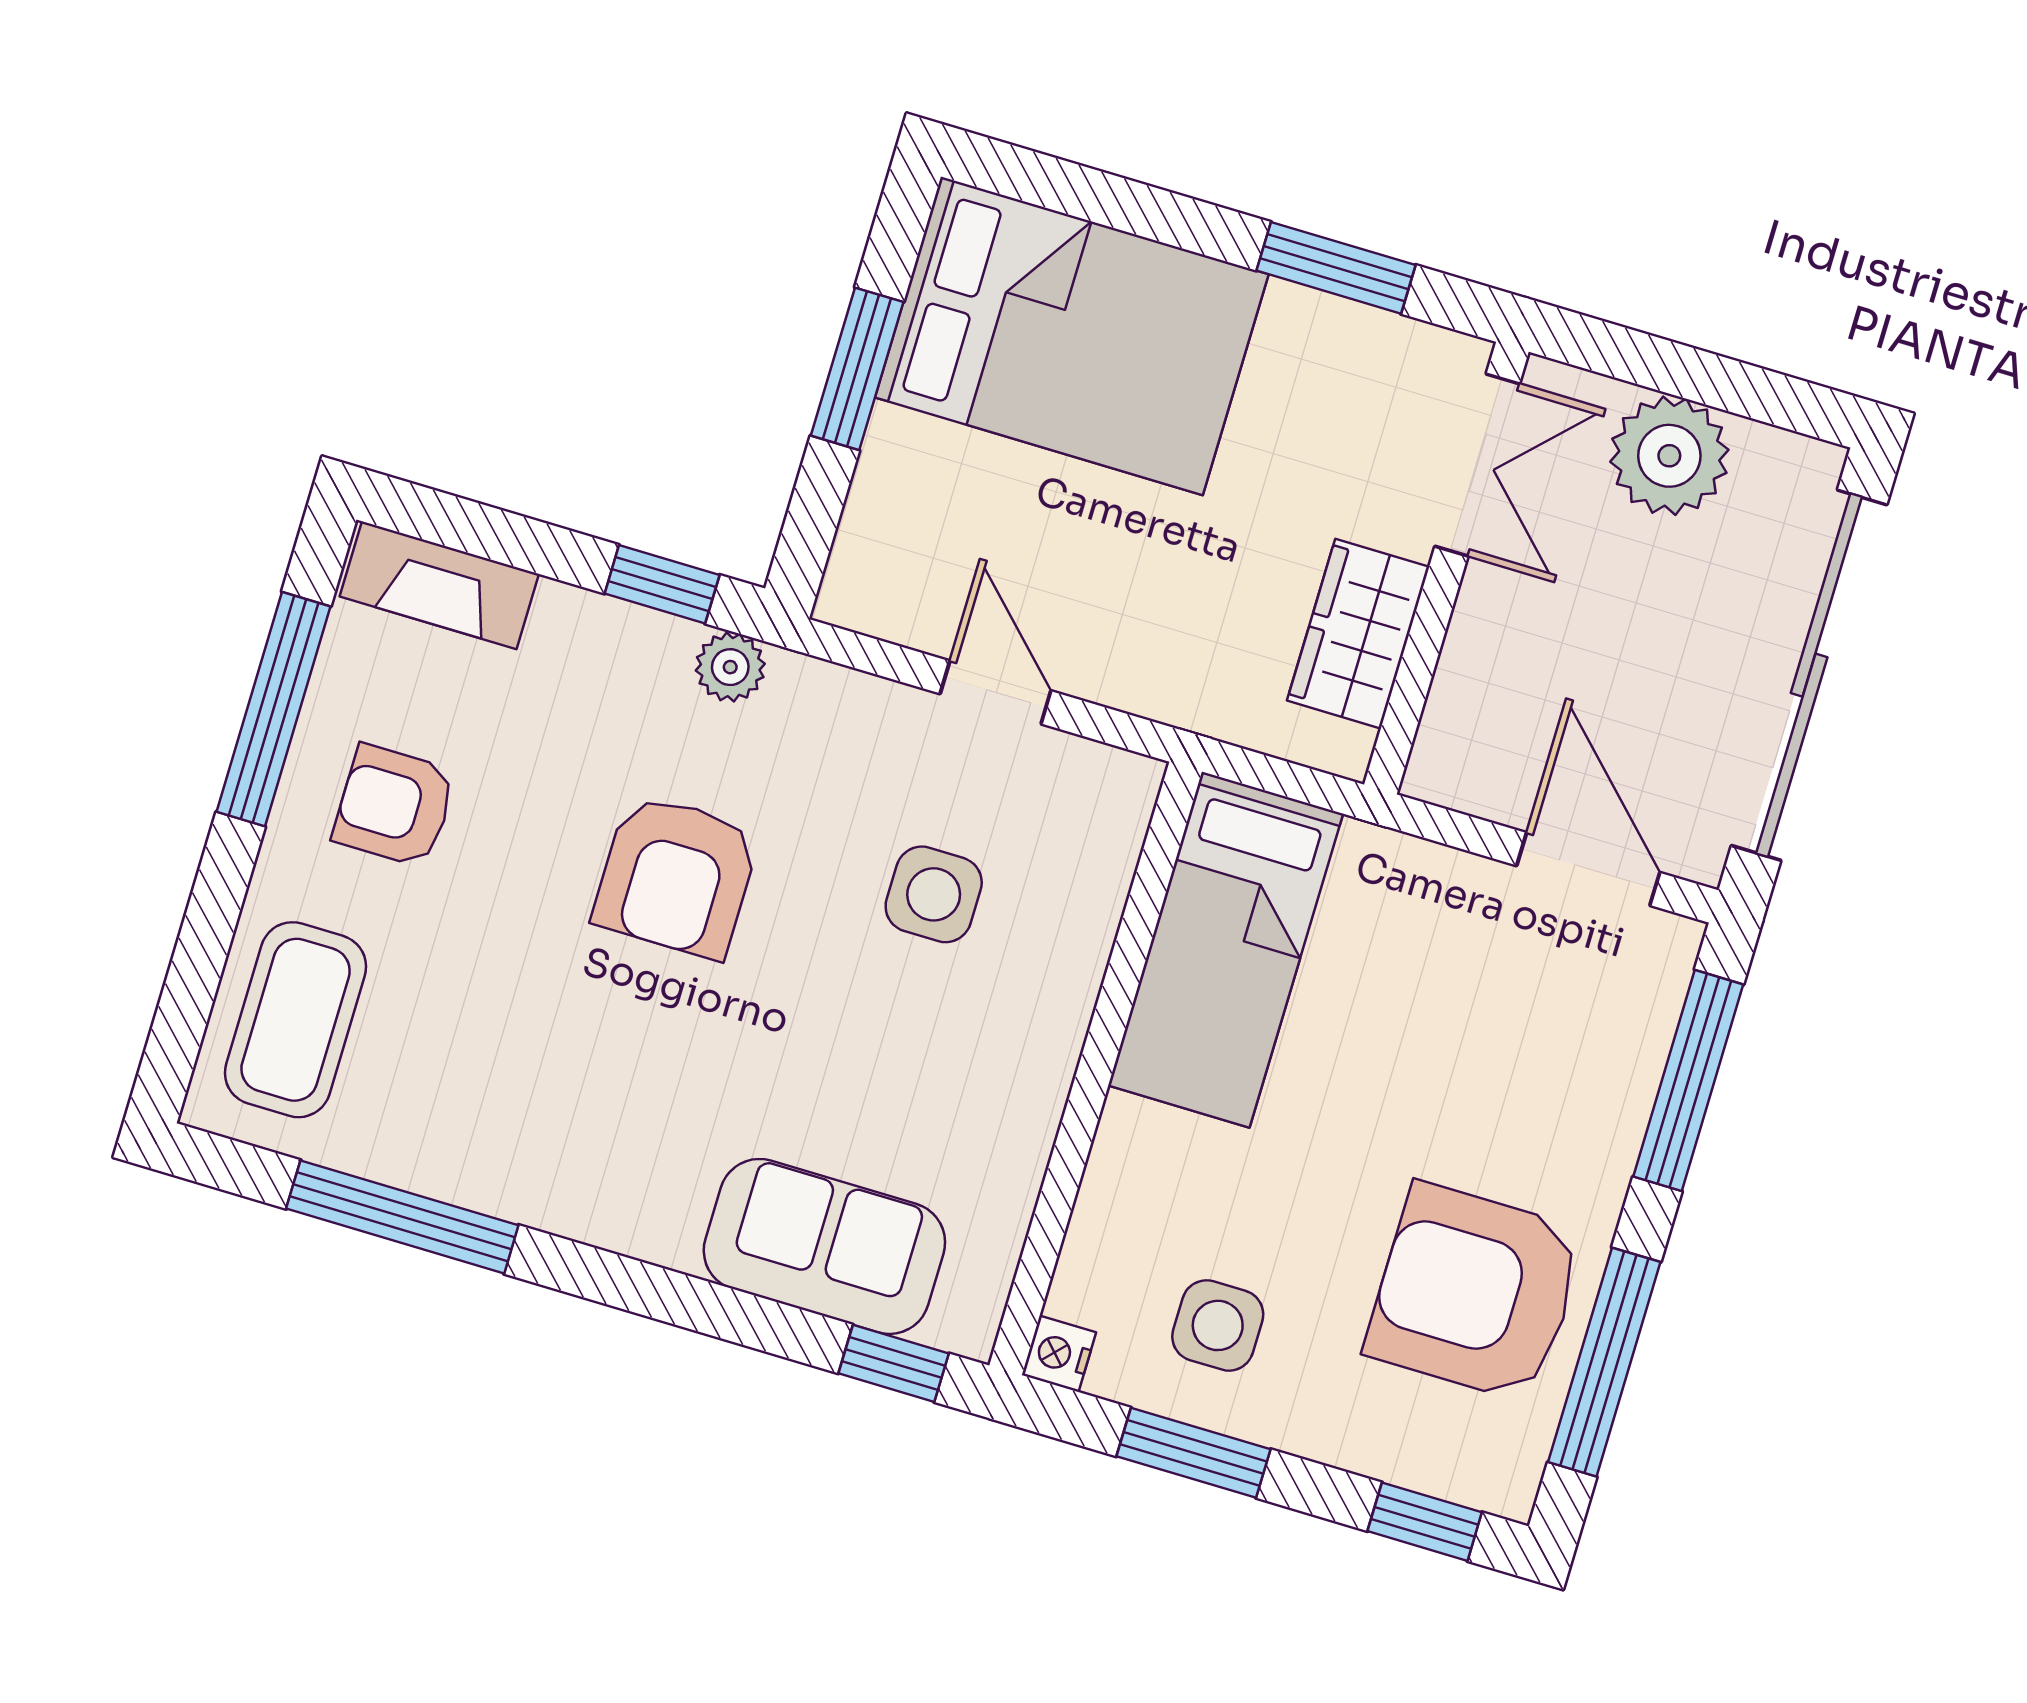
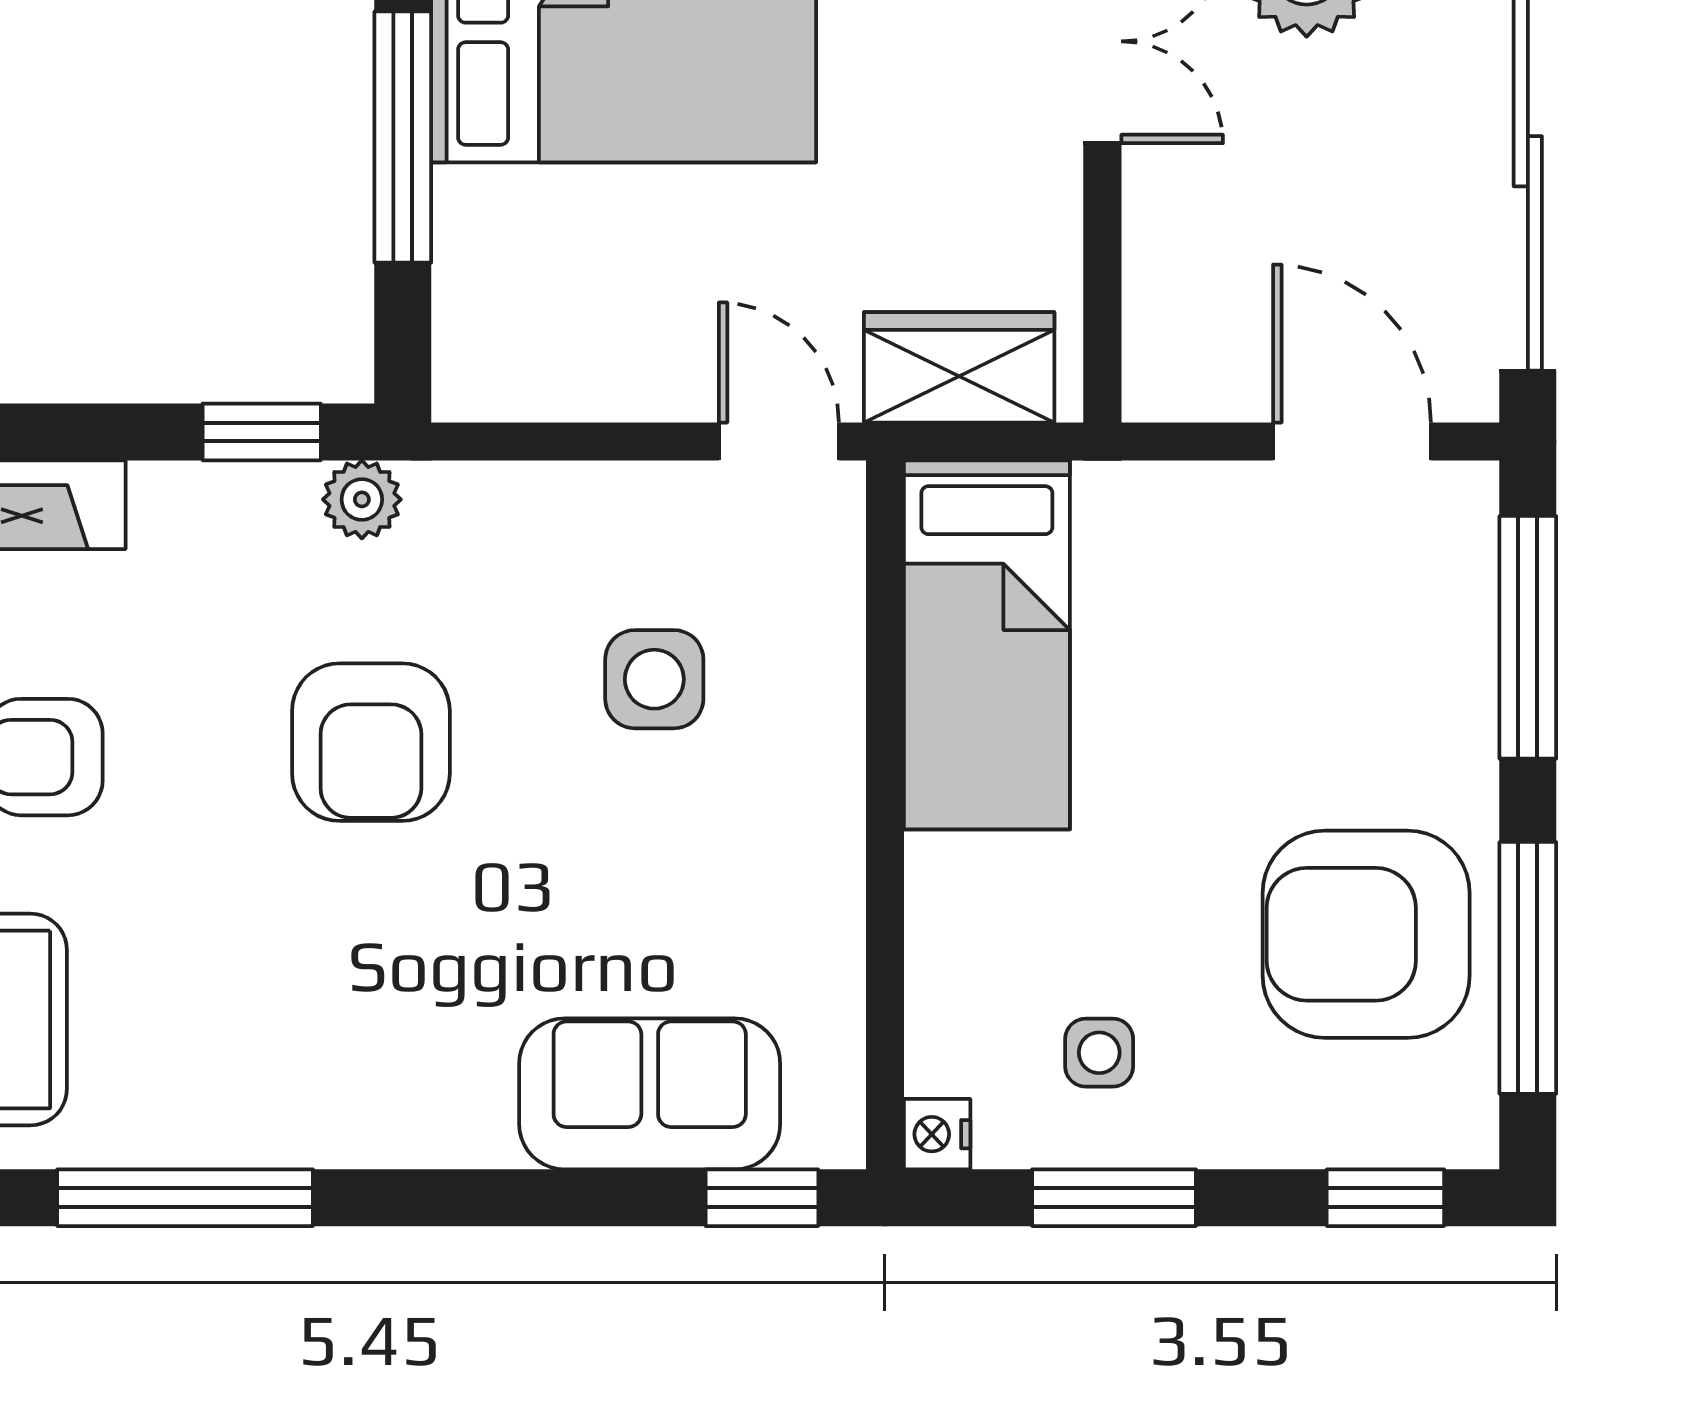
window: (857, 369) -> (403, 137), width x1.44
wardrobe: (1358, 634) -> (959, 367), moved, turned 90
door: (996, 692) -> (779, 441), moved
side table: (1218, 1325) -> (1099, 1053), width x0.73, depth x0.73

